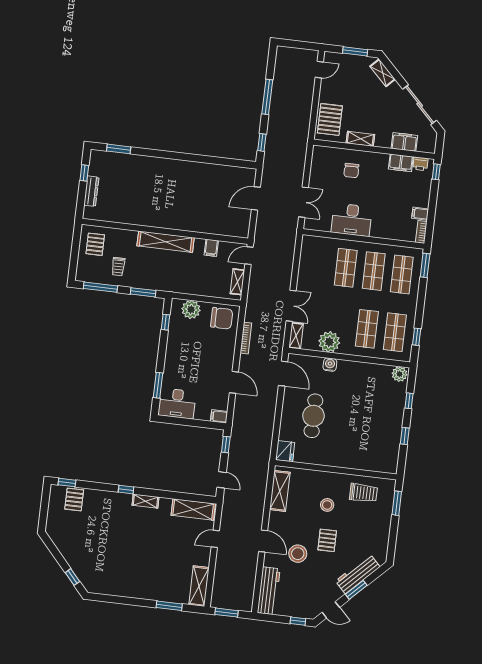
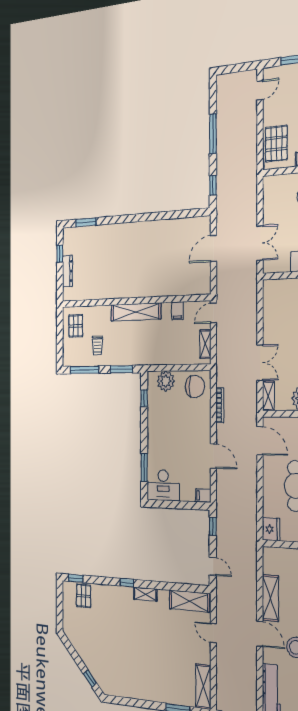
shelving: (280, 491) -> (270, 598), moved
door: (215, 539) -> (213, 633), hinge flipped

